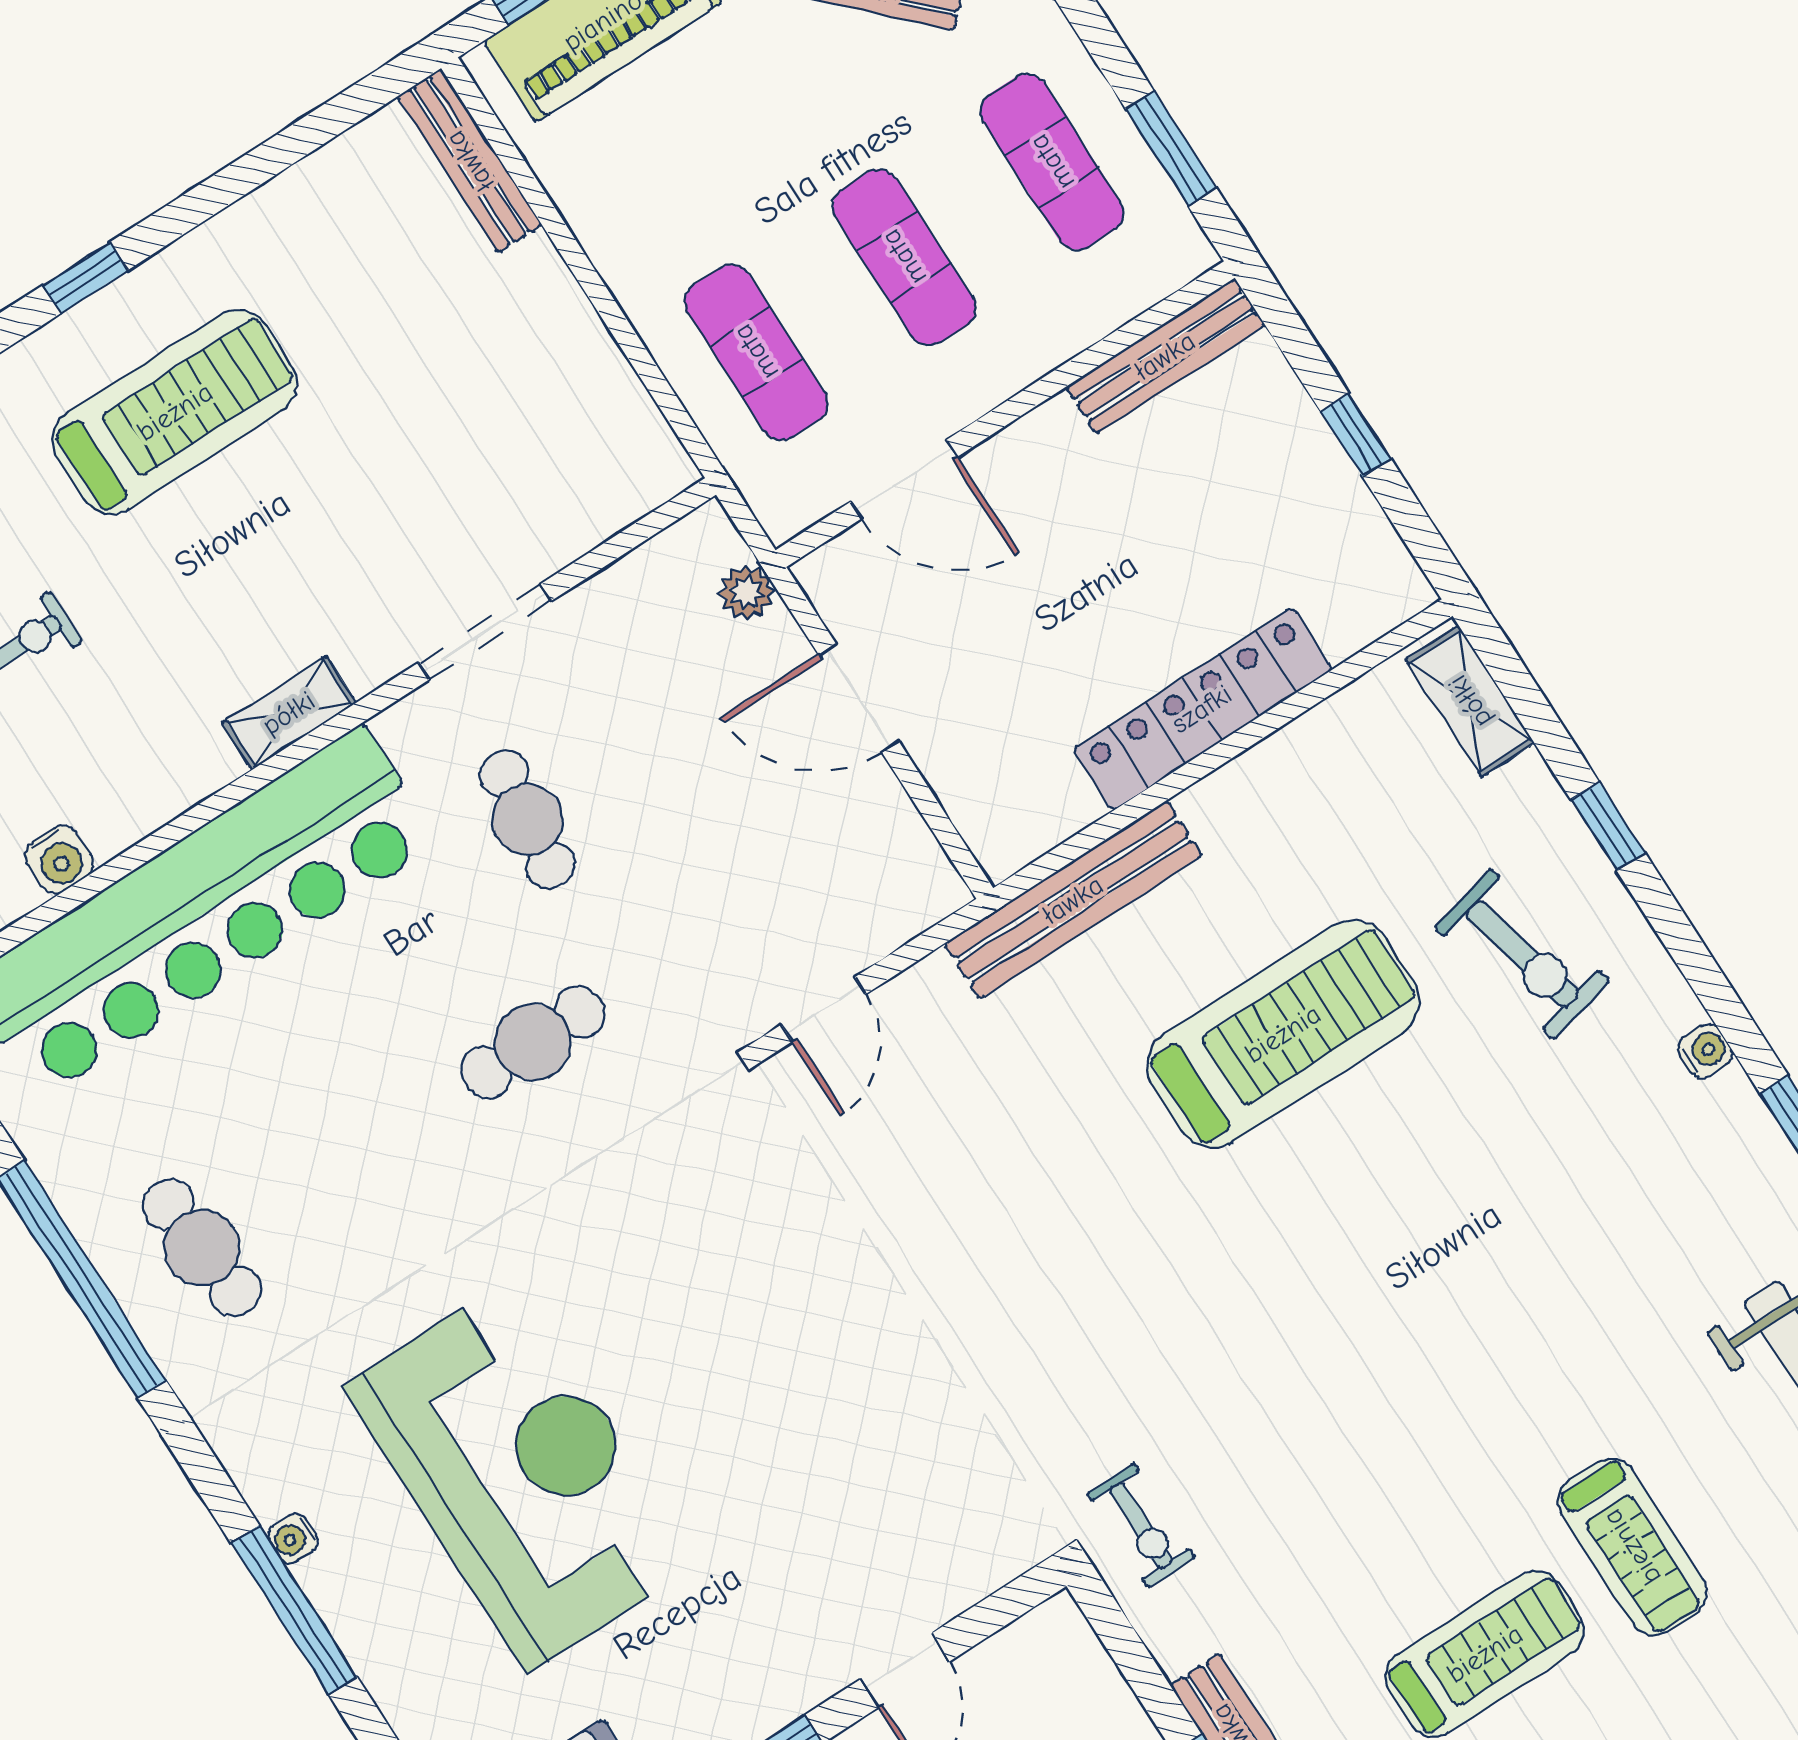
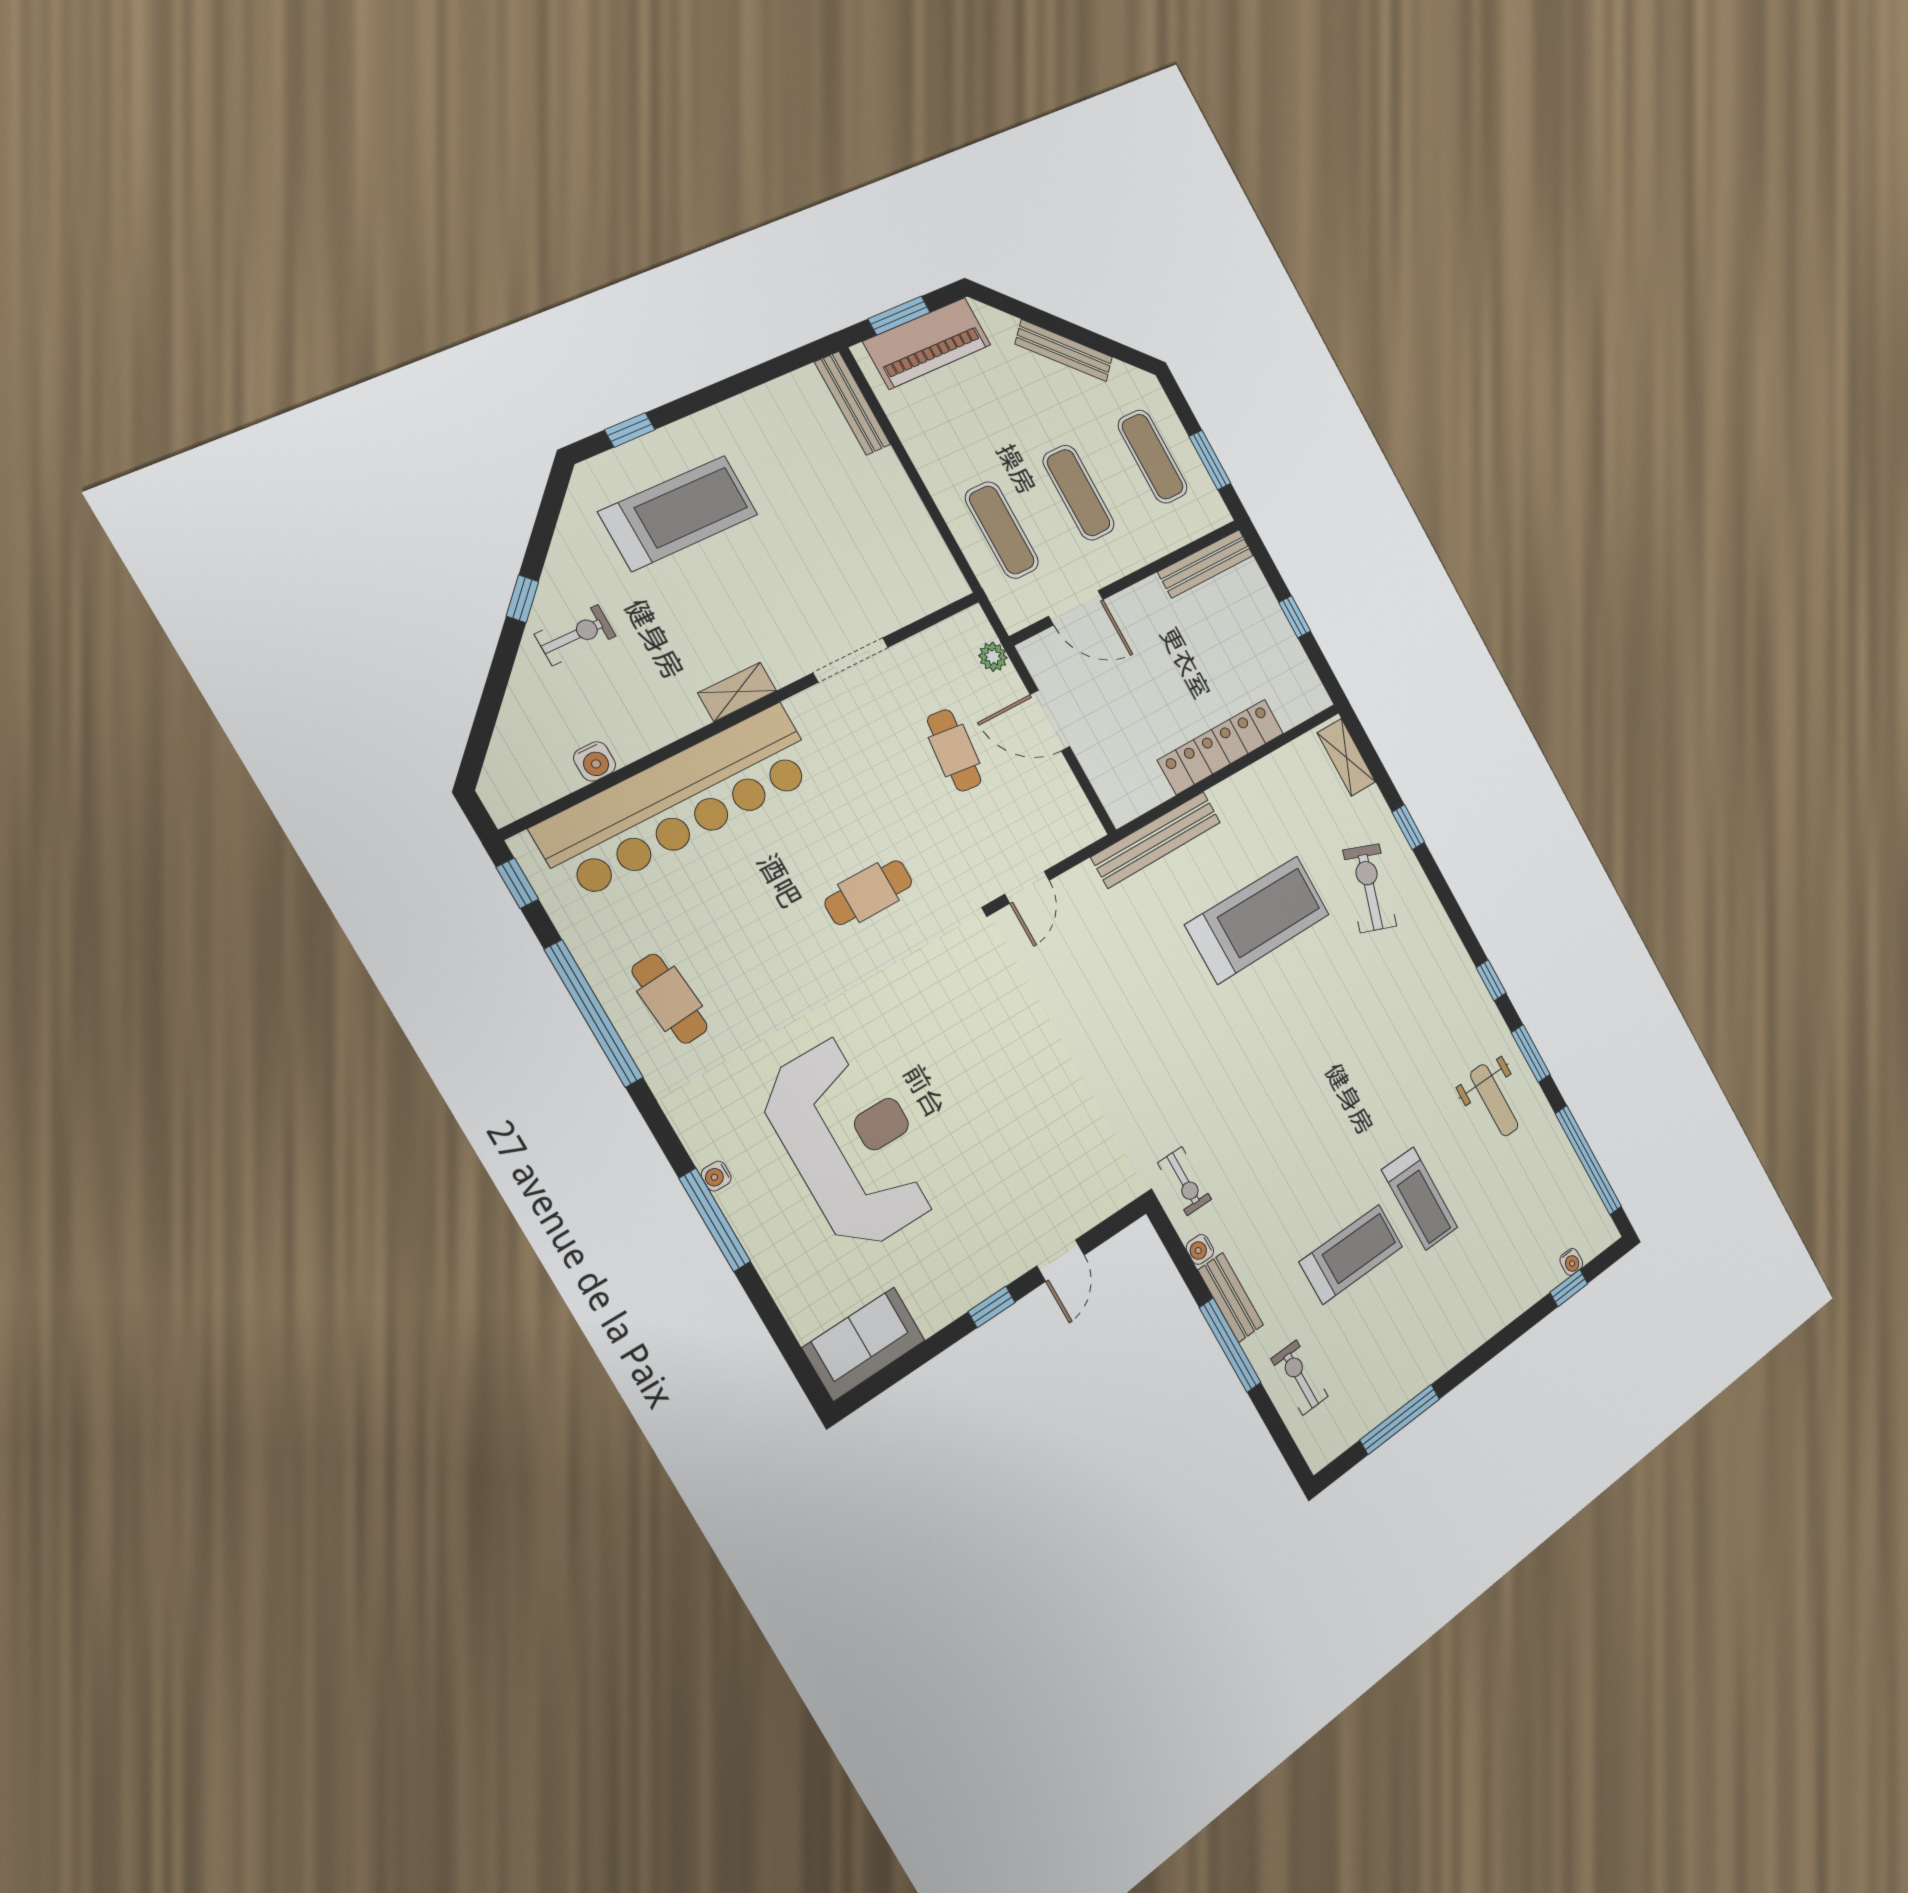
cafe table: (527, 820) -> (954, 750), moved
exercise bike: (1522, 954) -> (1370, 888), turned -147
water cooler: (1705, 1051) -> (1200, 1249), moved, turned 180

